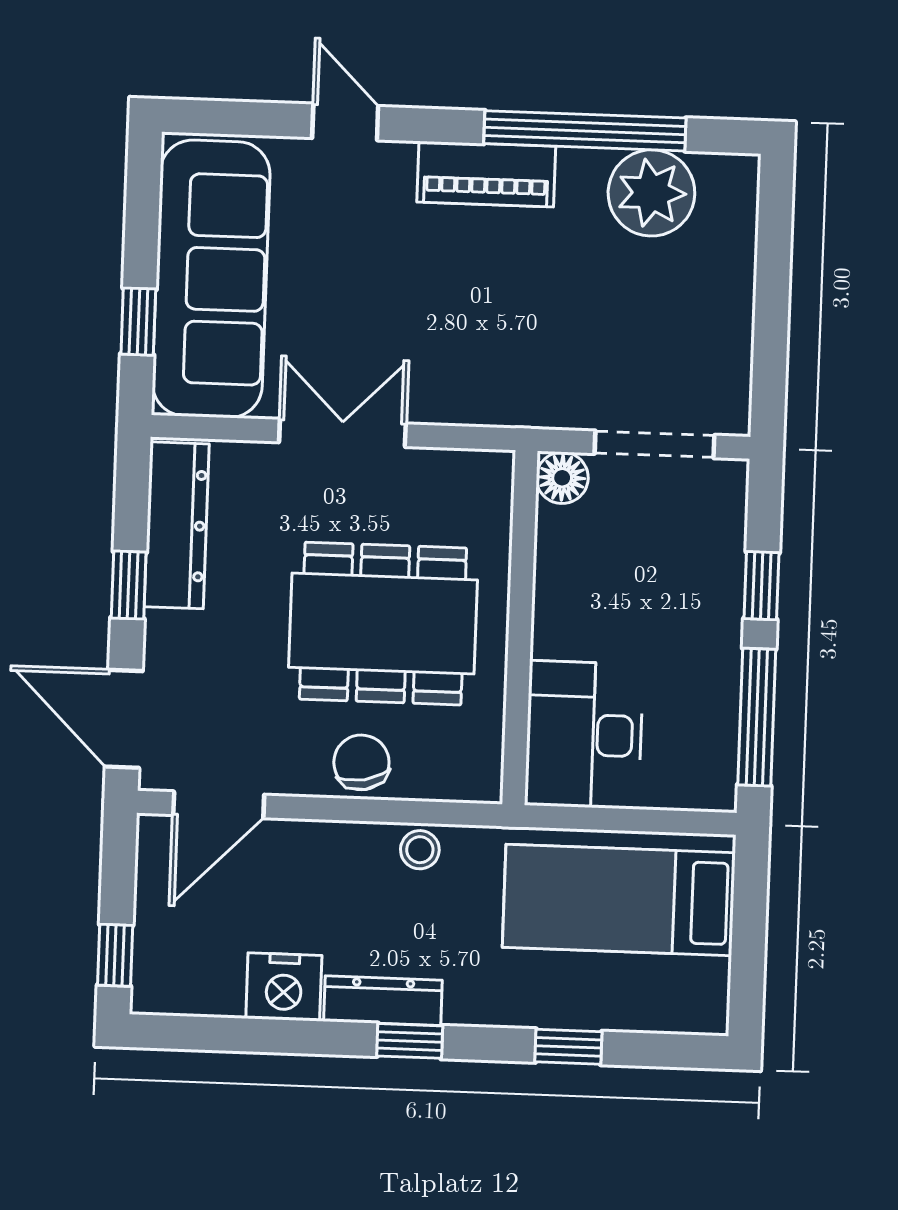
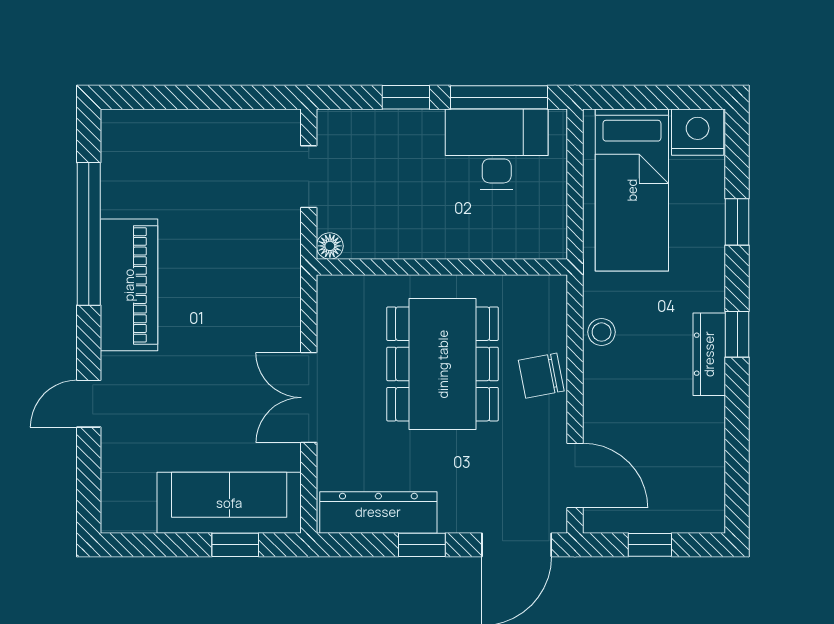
piano: (486, 174) -> (129, 285), width x1.37, depth x1.33
plant: (651, 193) -> (131, 185), removed
sofa: (211, 279) -> (229, 503), width x0.74, depth x0.79
doorway: (655, 444) -> (309, 177), width x0.73
floor lamp: (562, 478) -> (330, 246), width x0.73, depth x0.73
desk: (584, 735) -> (497, 149), moved, turned 180
window: (115, 955) -> (650, 545), moved
nightstand: (284, 987) -> (698, 132), moved, turned -90

